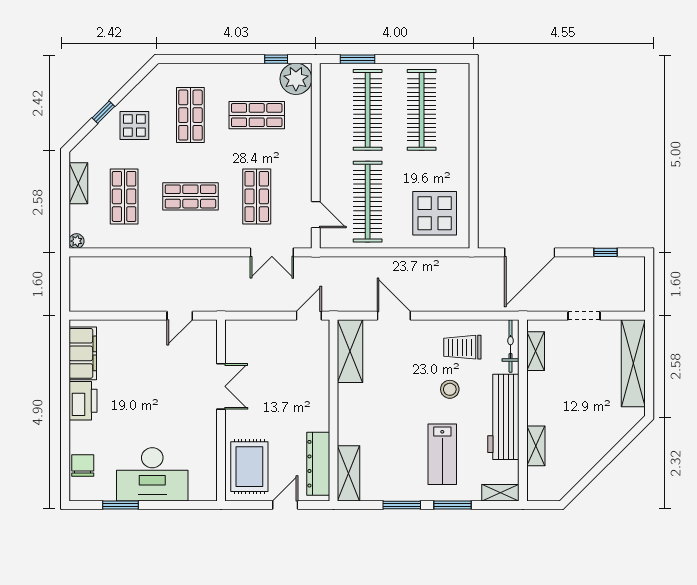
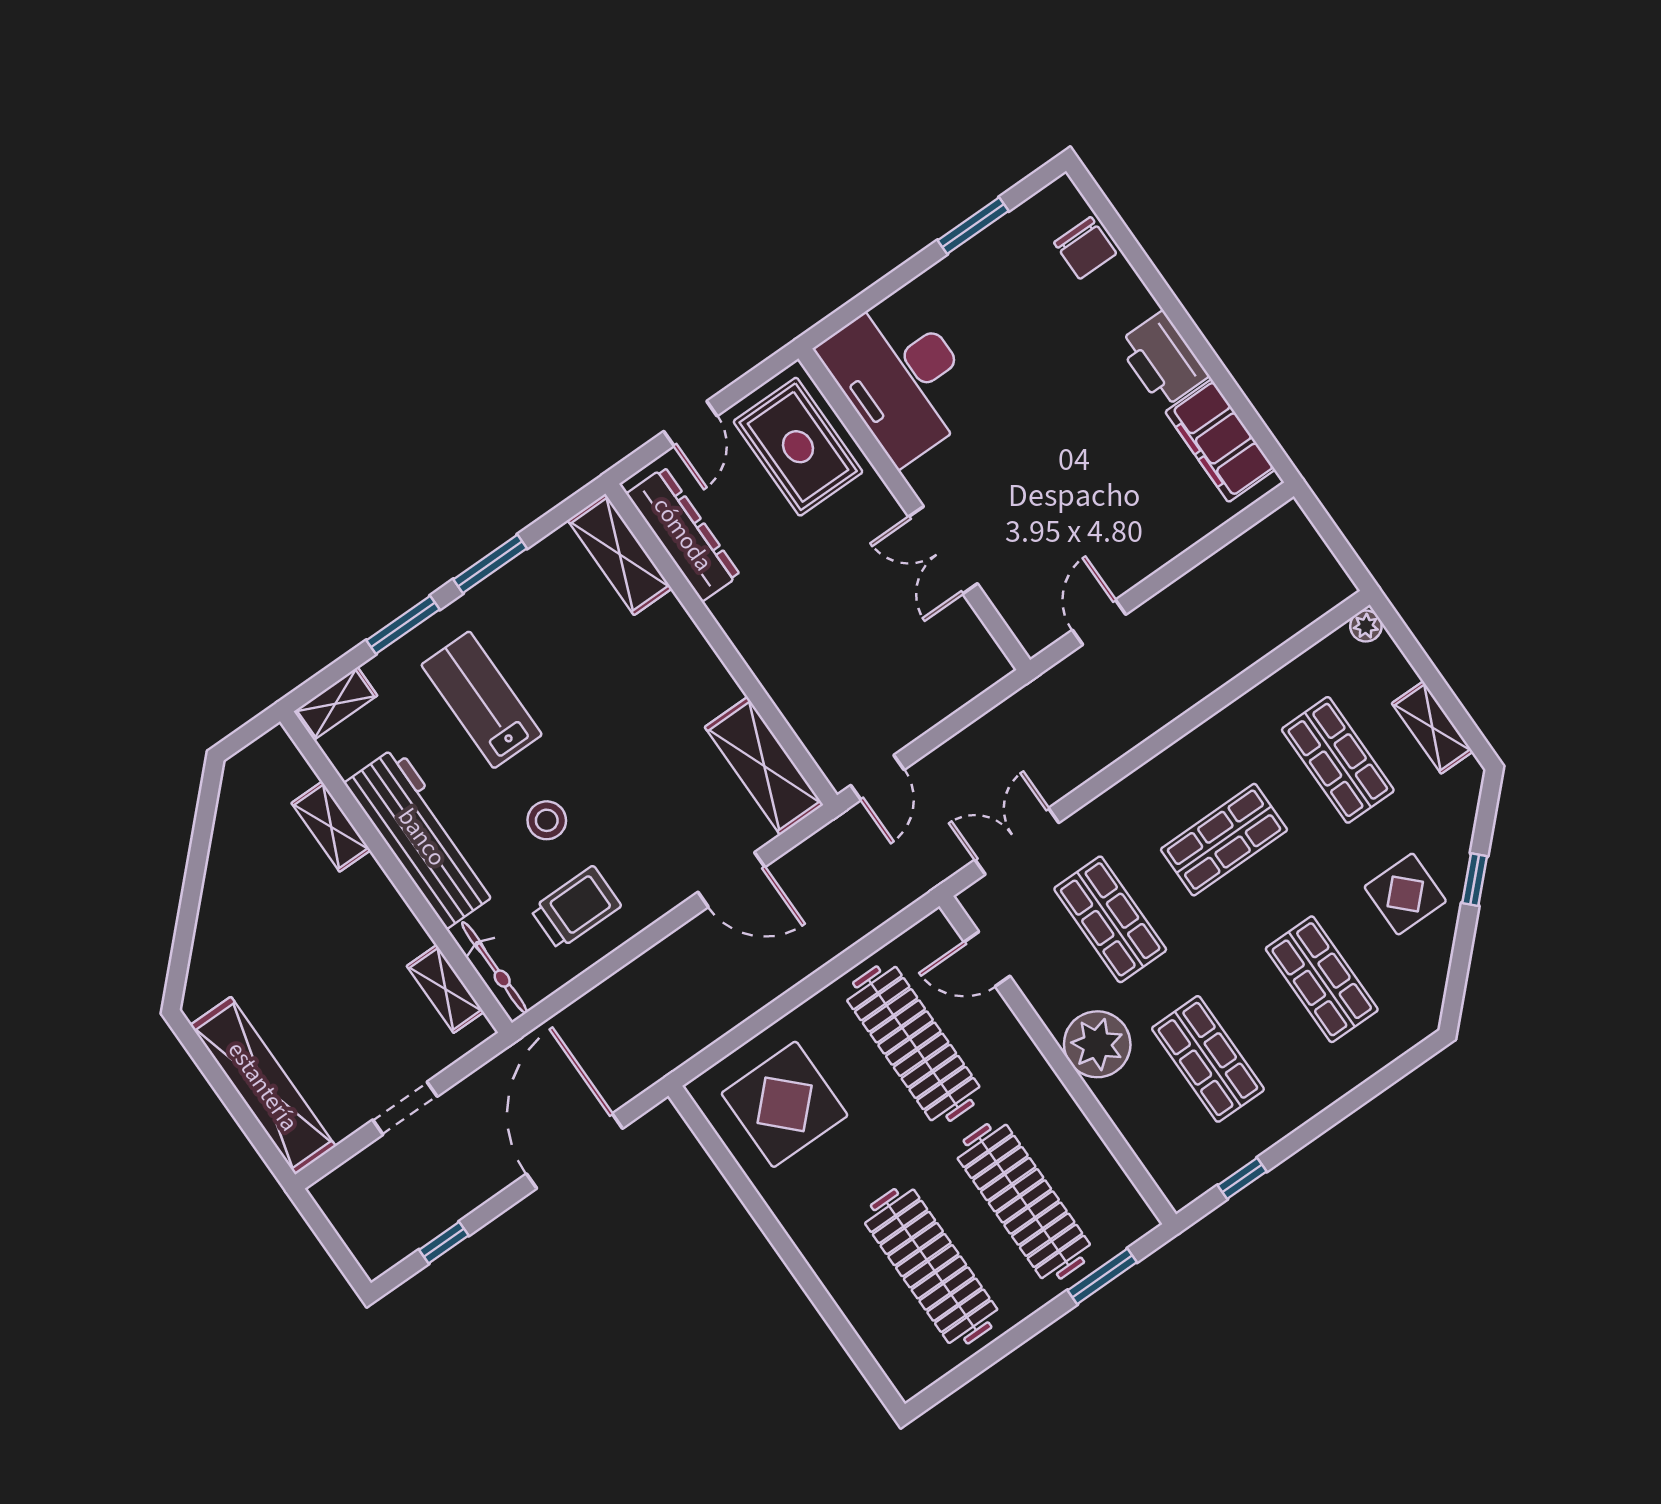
plant: (296, 79) -> (1097, 1044), moved
shop shelf: (257, 115) -> (1208, 1059), turned 90
desk: (152, 474) -> (901, 378), moved, turned -90

